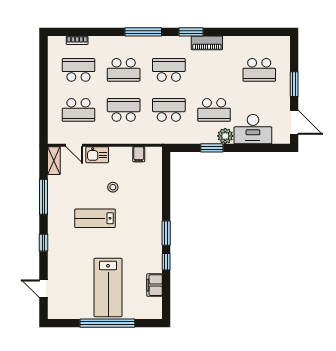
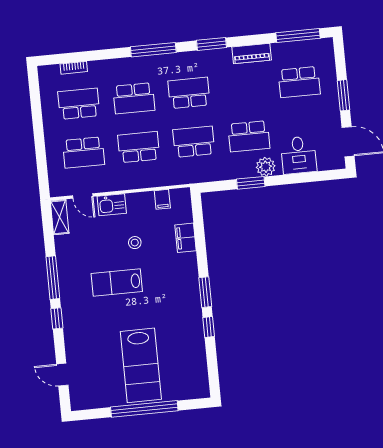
window: (262, 32) -> (298, 35), added
piano: (207, 43) -> (252, 54), moved
desk: (253, 129) -> (299, 155), width x0.73
window: (43, 197) -> (53, 278), moved
filing cabinet: (154, 285) -> (186, 238), moved

